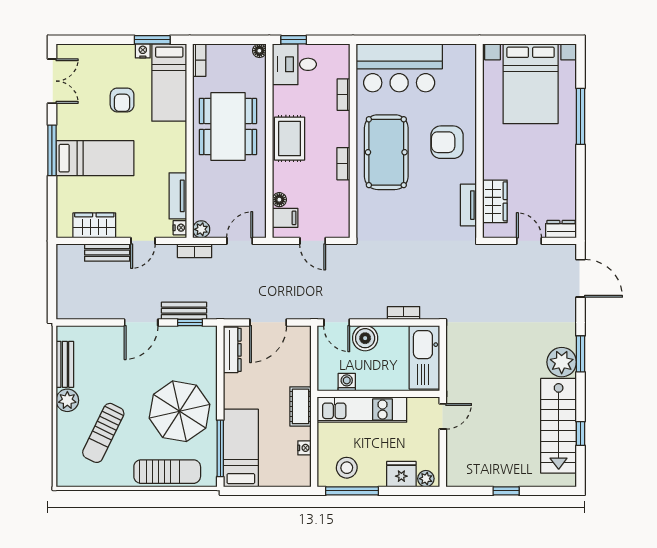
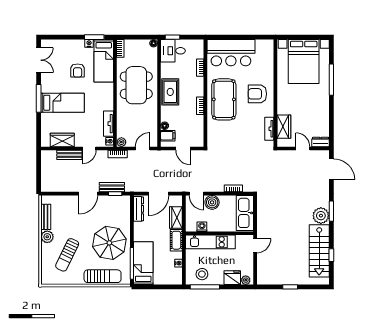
wardrobe: (300, 365) -> (176, 217), added

